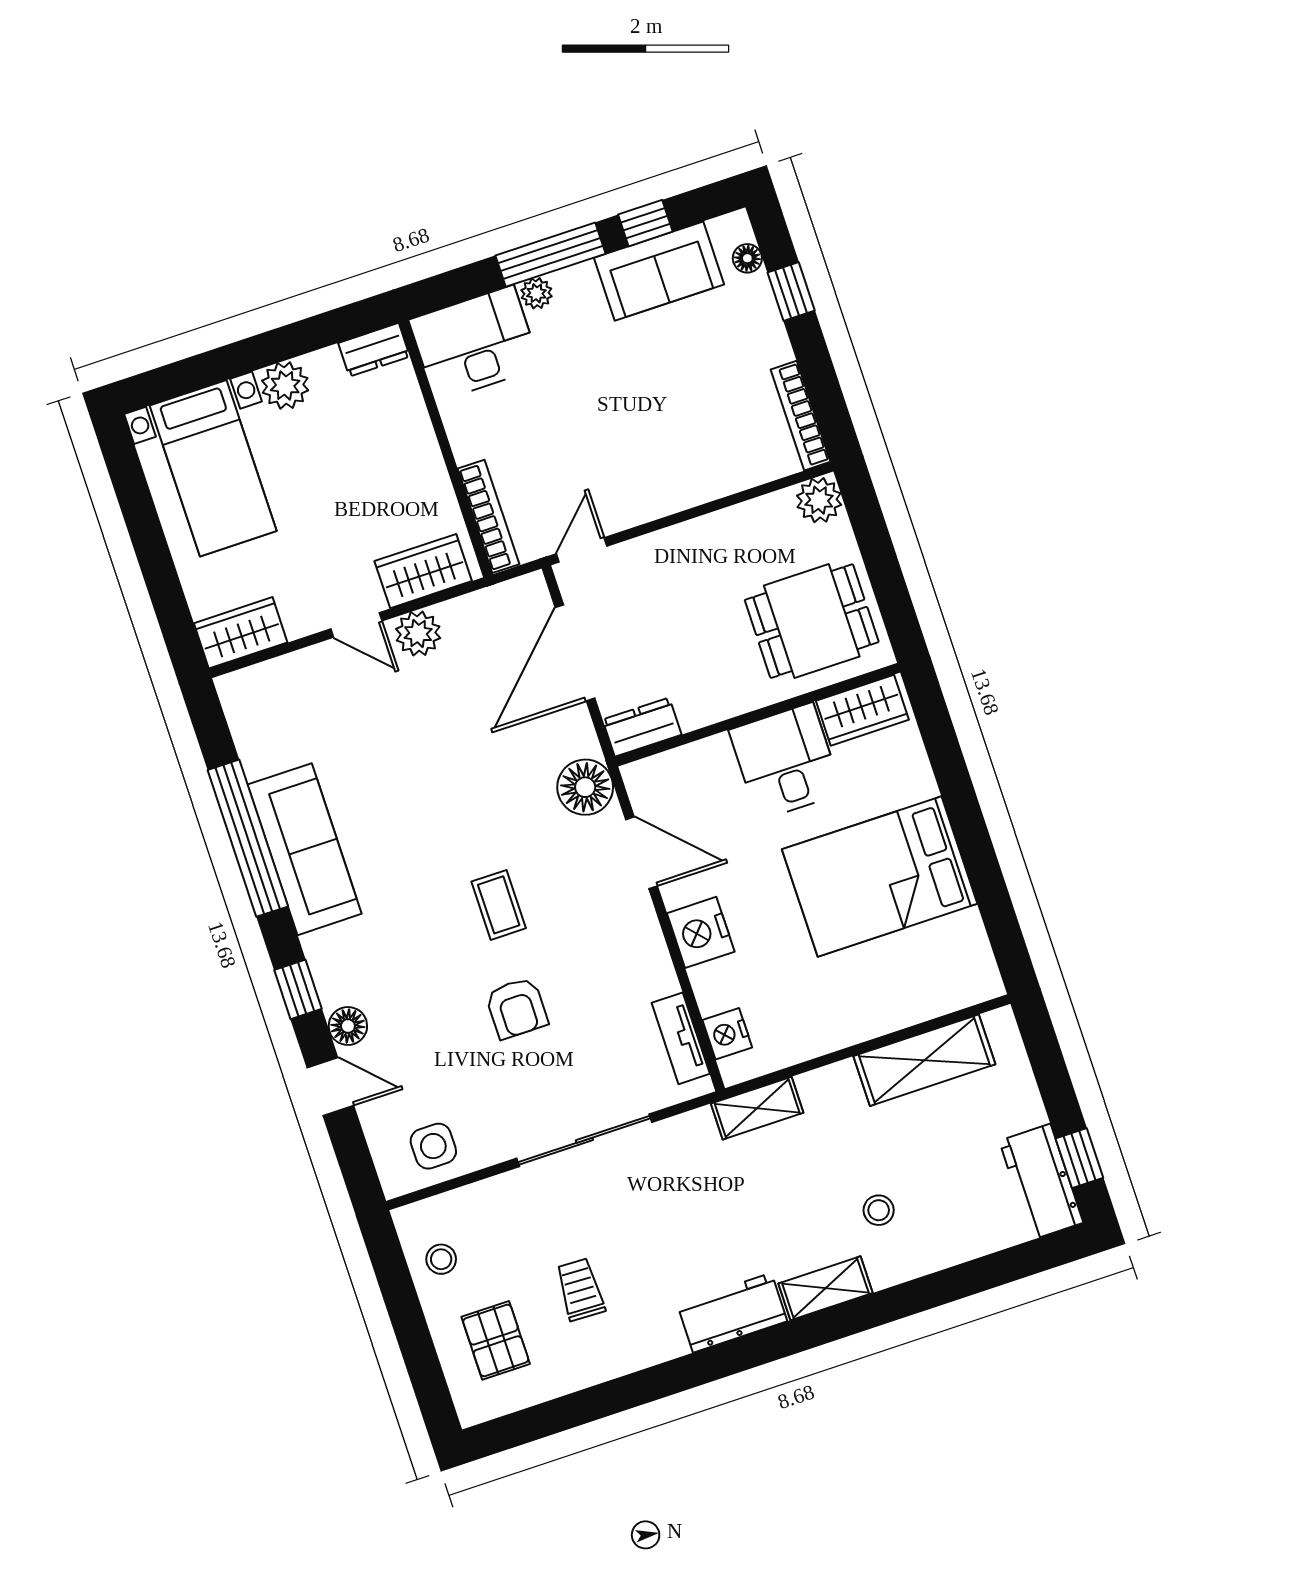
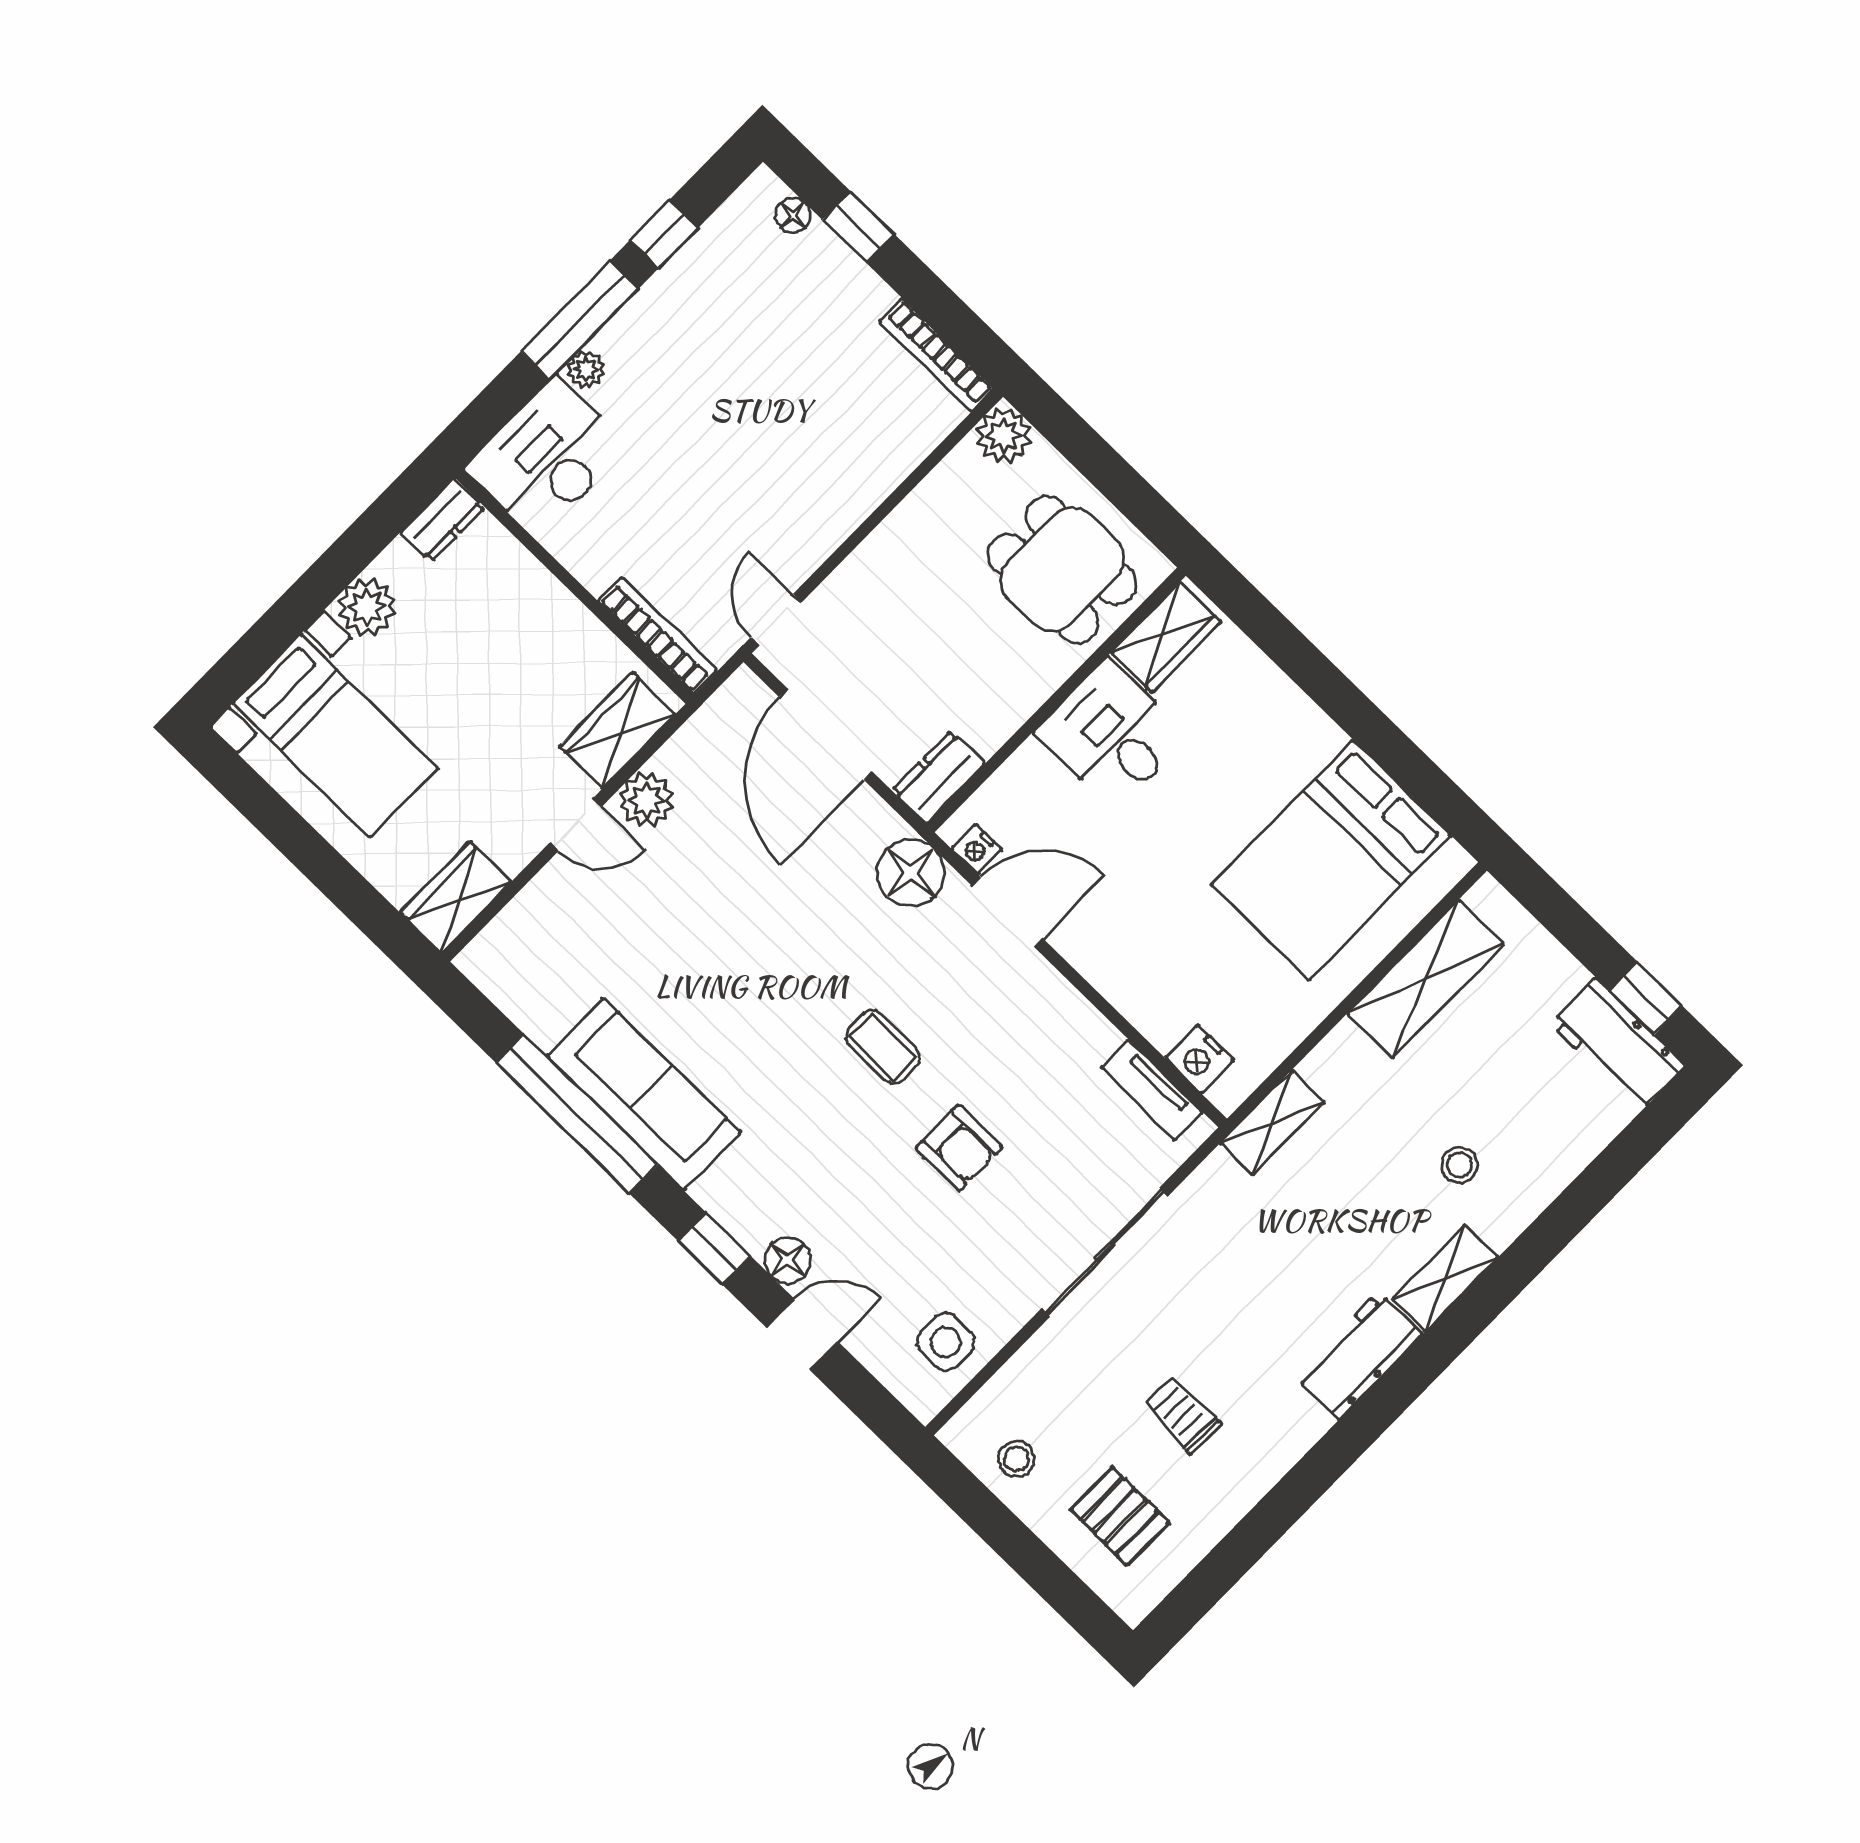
sofa: (659, 271) -> (705, 278), removed
dining table: (812, 621) -> (1062, 569), turned 90
bed: (880, 877) -> (1331, 860), moved
nightstand: (701, 932) -> (977, 849), moved, width x0.53, depth x0.56

